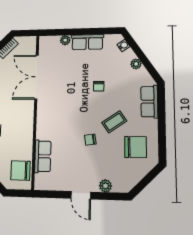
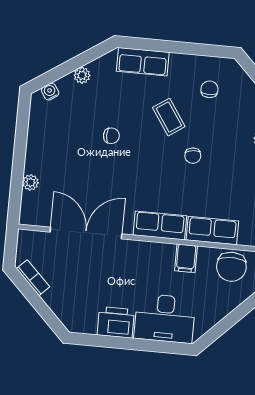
row of seats: (87, 42) -> (160, 225), moved, turned -90
double door: (36, 77) -> (86, 233), swing flipped
filing cabinet: (24, 141) -> (186, 258), added
chair: (136, 147) -> (209, 89), width x0.54, depth x0.54

